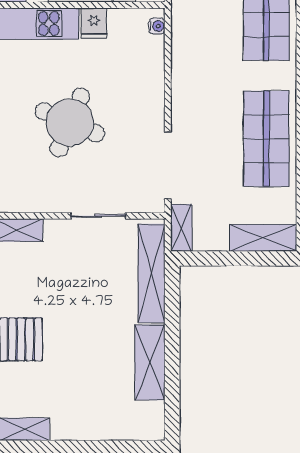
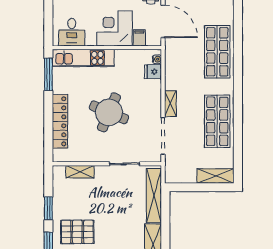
fridge: (94, 23) -> (153, 72), moved, turned 90
shelving: (181, 228) -> (170, 104), moved

